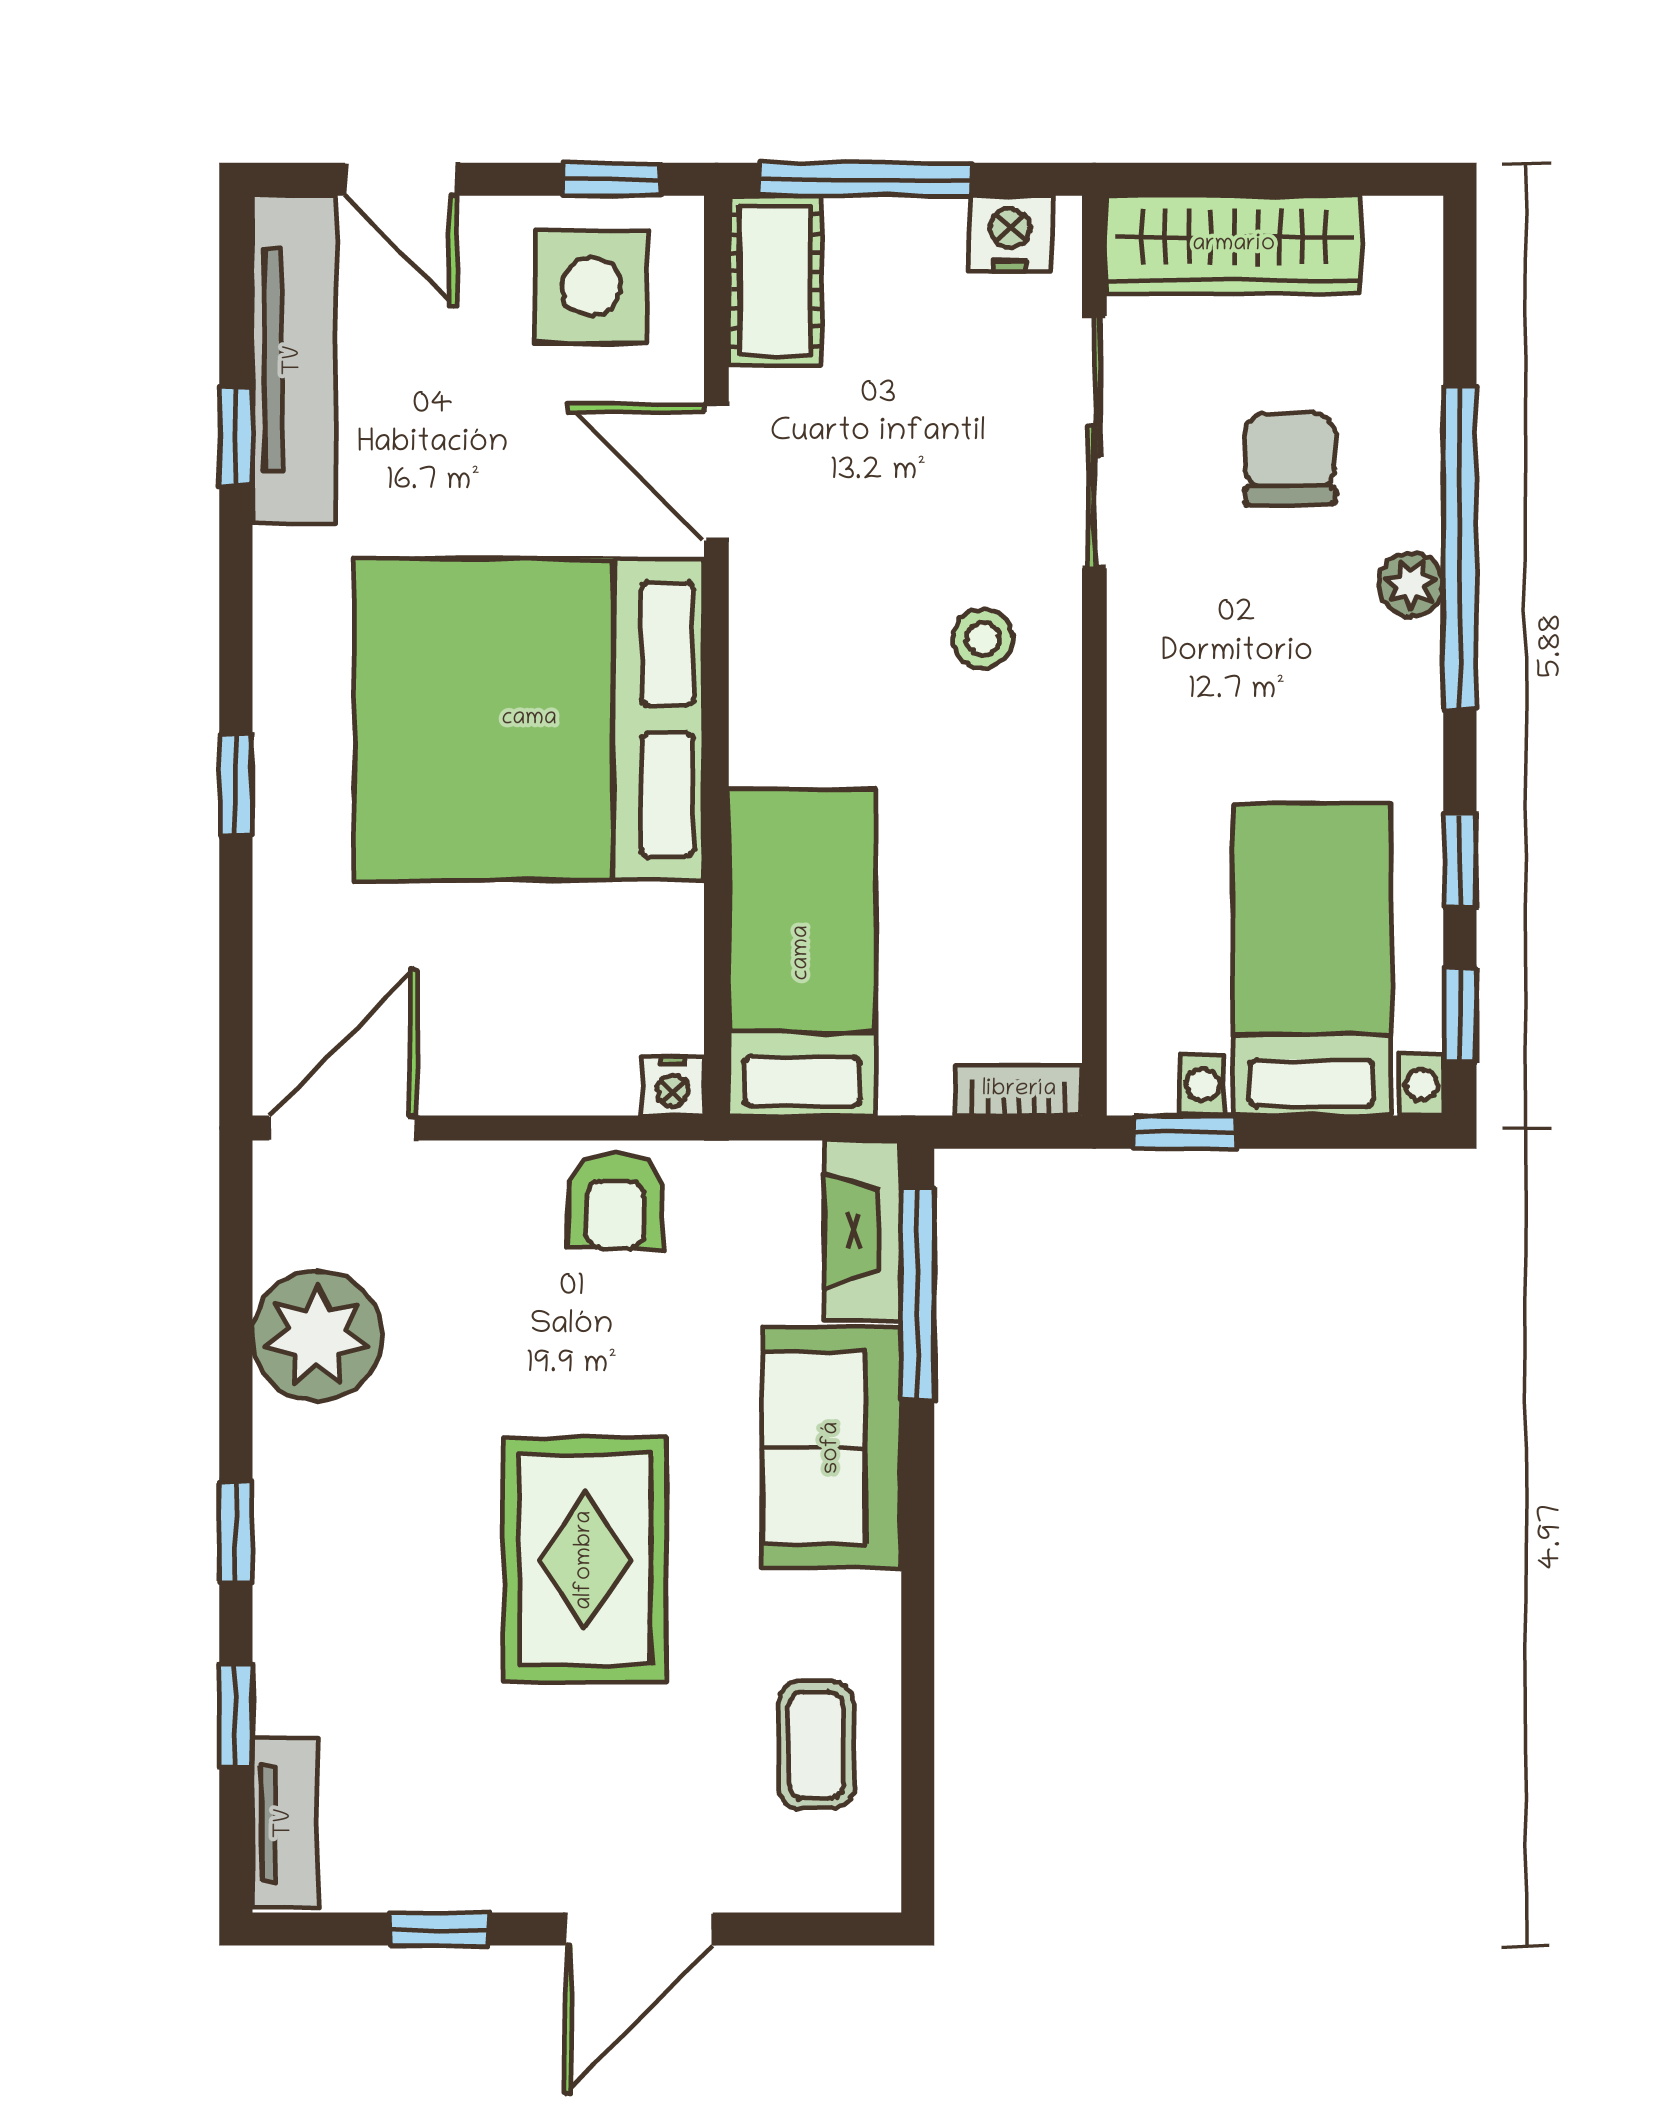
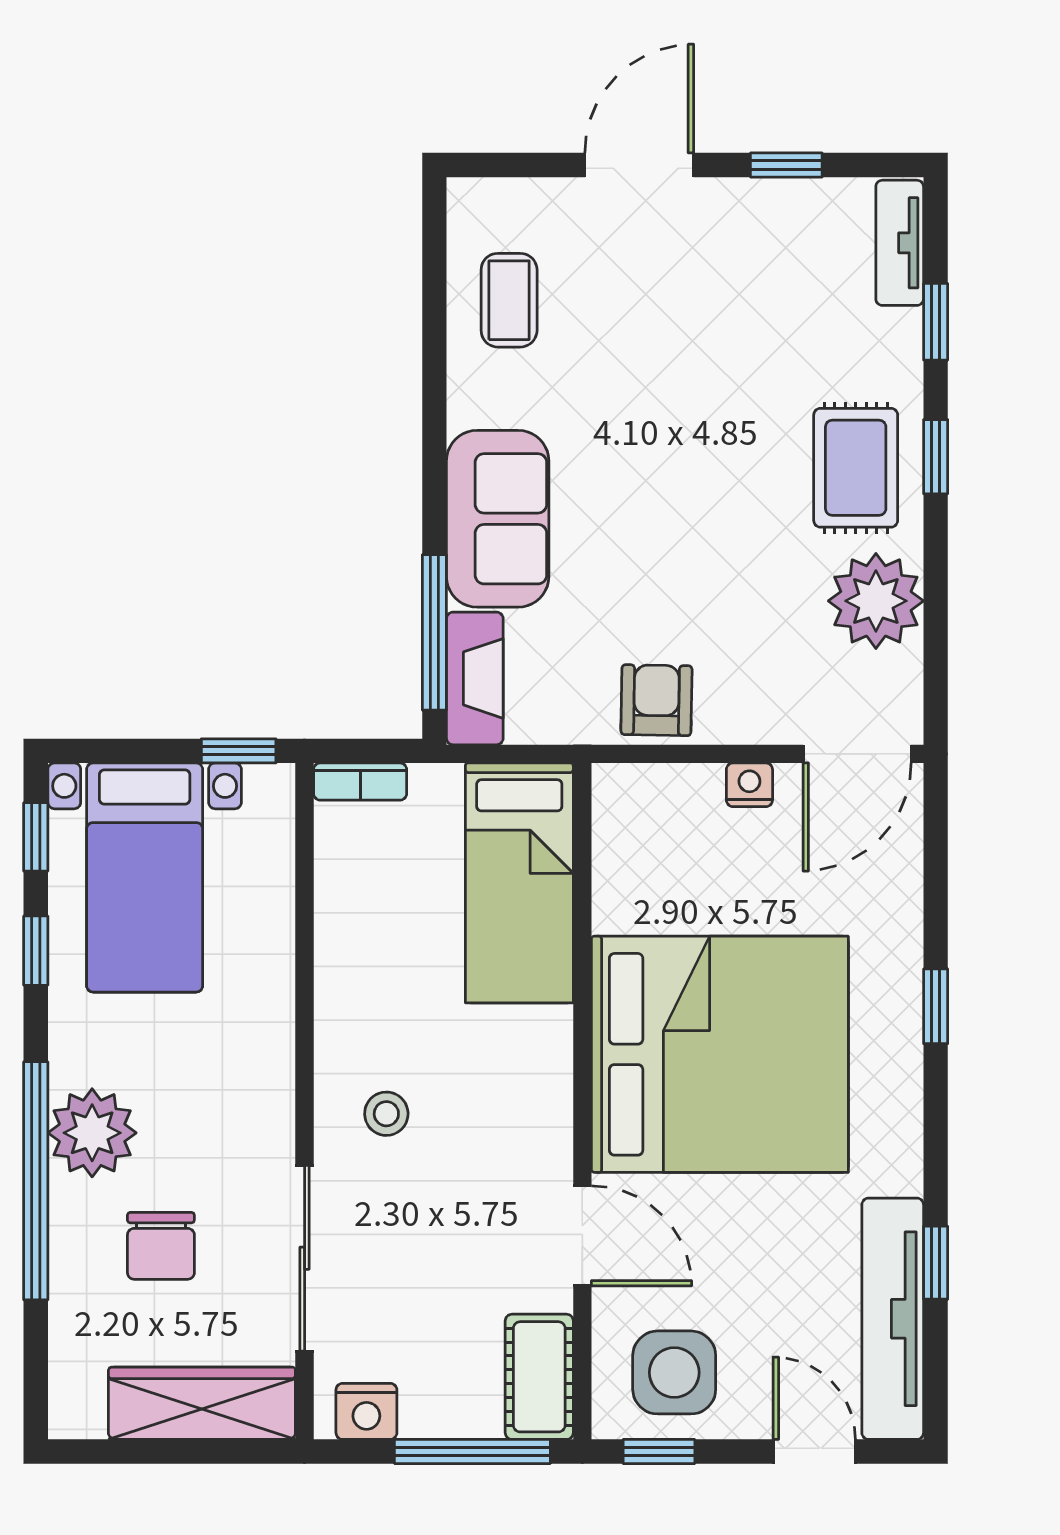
plant: (1411, 585) -> (92, 1133), width x1.88, depth x1.88
nightstand: (673, 1086) -> (749, 785), moved
rug: (585, 1560) -> (856, 468), moved, width x0.73, depth x0.70

